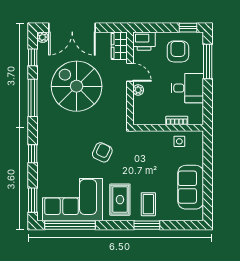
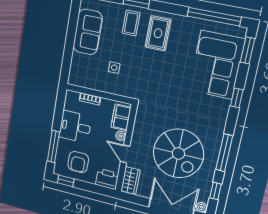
filing cabinet: (141, 109) -> (121, 117), added
side table: (179, 141) -> (114, 68), moved
armchair: (102, 152) -> (166, 84), removed
corner sofa: (73, 200) -> (217, 65), moved, turned 90

